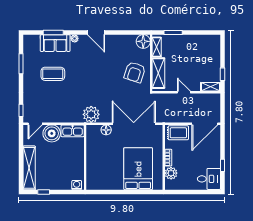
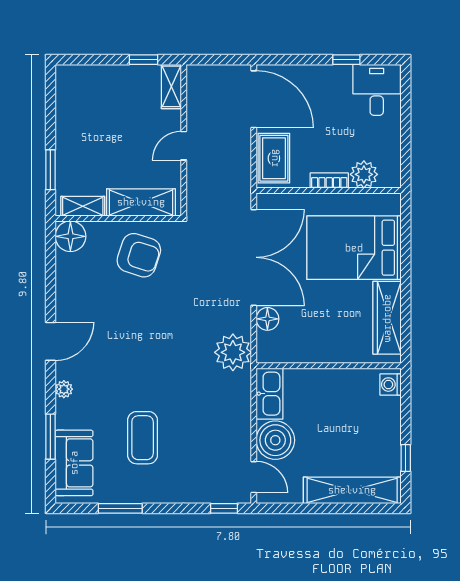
sofa: (55, 43) -> (74, 463), moved
double door: (134, 124) -> (254, 257), swing flipped
wardrobe: (107, 184) -> (387, 318), added

